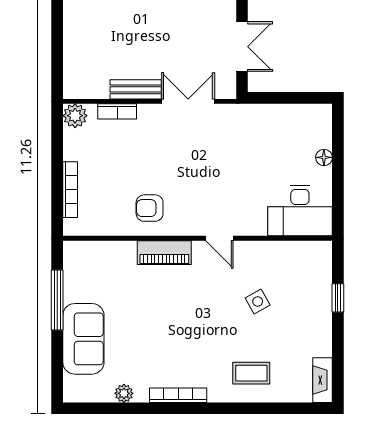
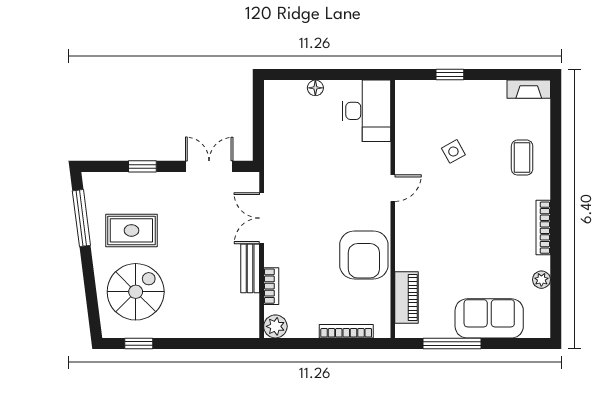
armchair: (150, 208) -> (364, 255), width x1.88, depth x1.88
piano: (164, 253) -> (407, 298), moved

